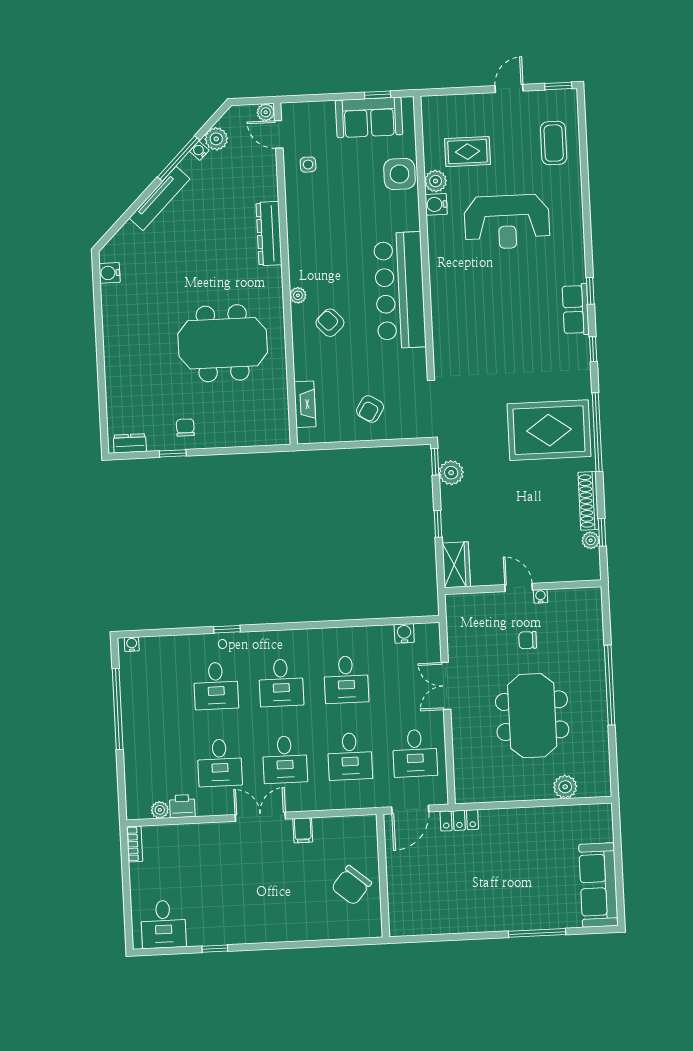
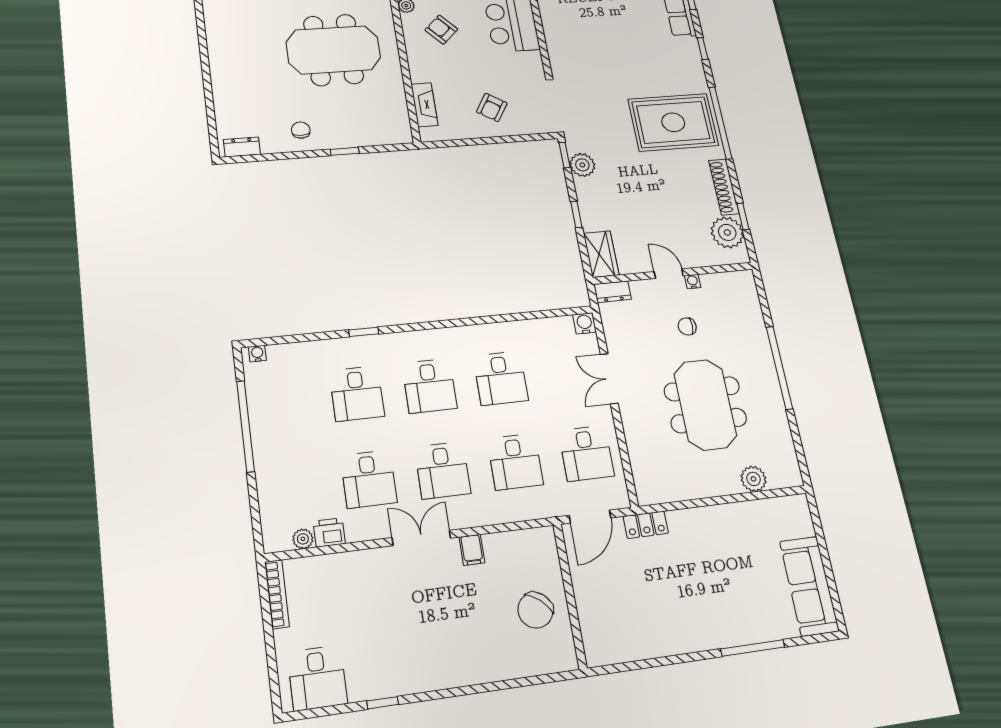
window: (173, 453) -> (345, 151), moved
plant: (591, 540) -> (727, 232), width x1.88, depth x1.88
dresser: (462, 603) -> (612, 292), added
water cooler: (404, 633) -> (585, 323), moved
bookcase: (135, 844) -> (277, 594), width x1.56

